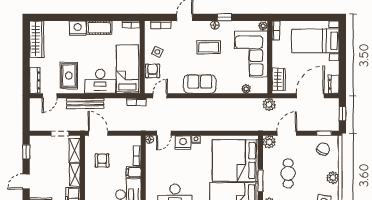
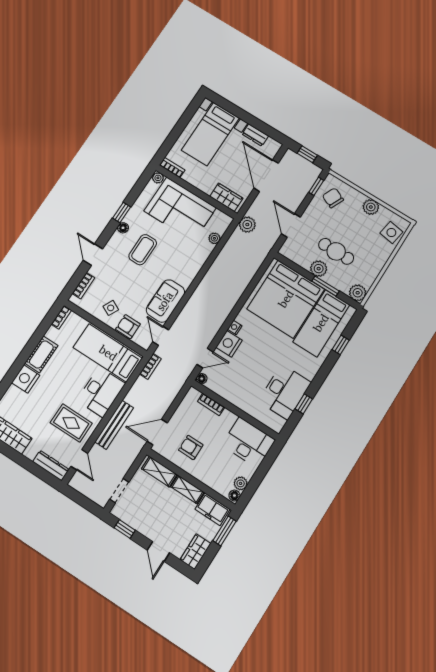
sofa: (200, 84) -> (165, 301), moved
dresser: (334, 84) -> (255, 135), moved
doorway: (60, 133) -> (119, 491), moved
door: (164, 133) -> (205, 358), hinge flipped
plant: (269, 142) -> (319, 269), moved
filing cabinet: (134, 172) -> (227, 420), removed

